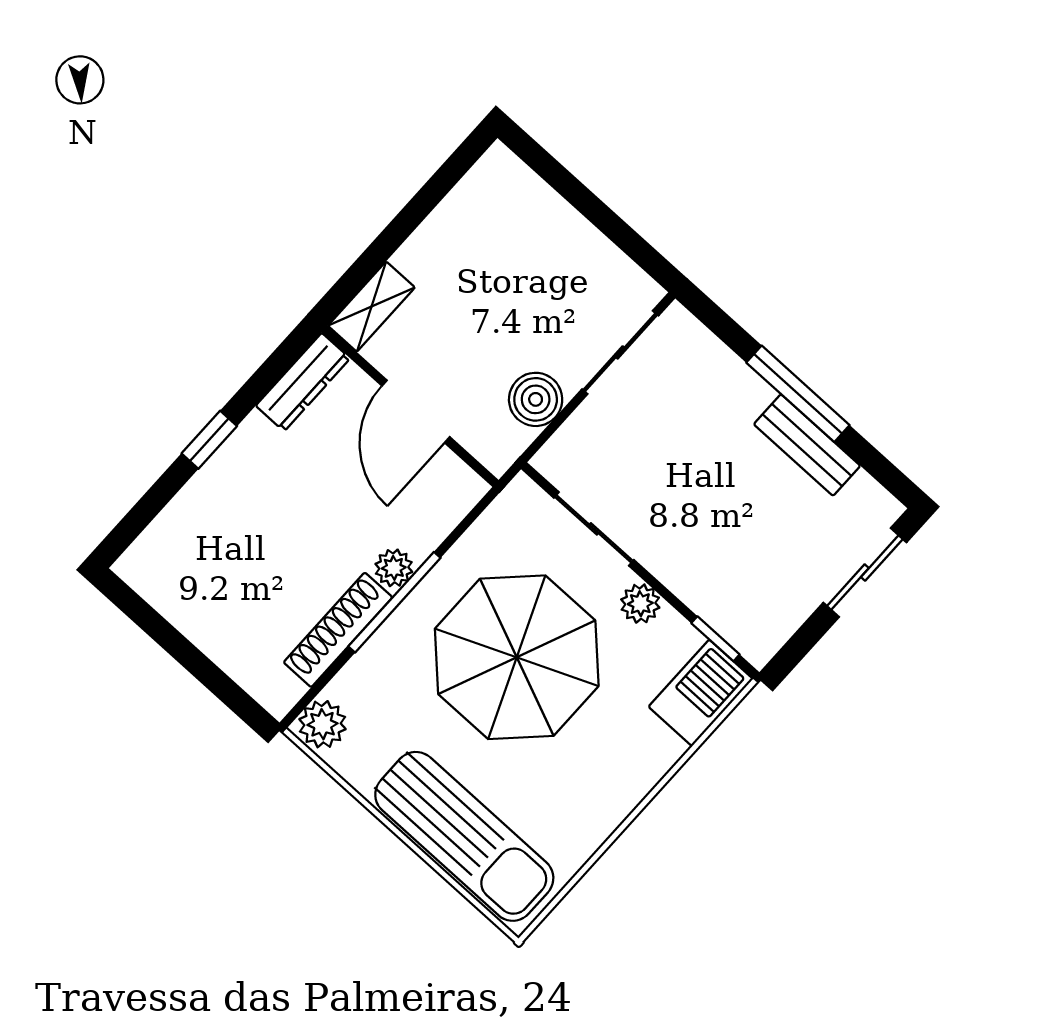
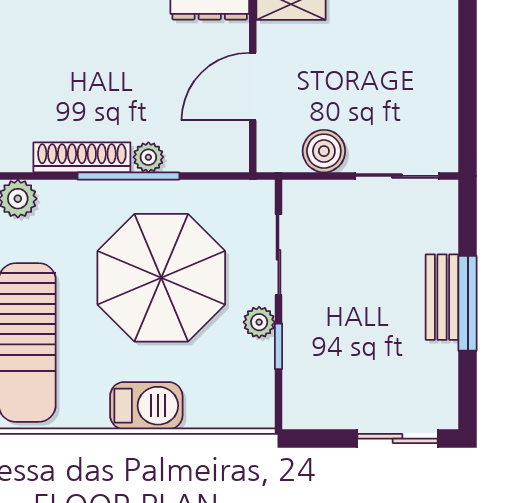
bench: (807, 445) -> (442, 297), moved
window: (715, 639) -> (278, 346), moved
barbecue: (701, 693) -> (146, 406), moved

